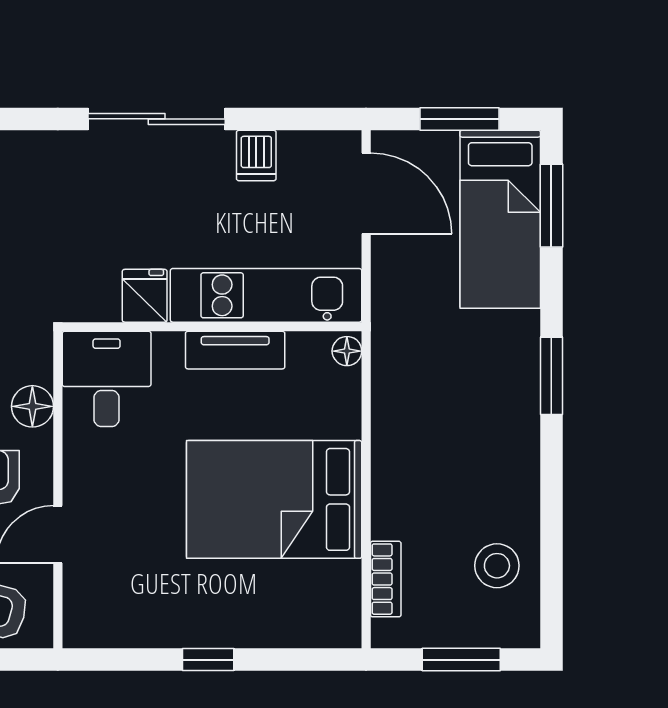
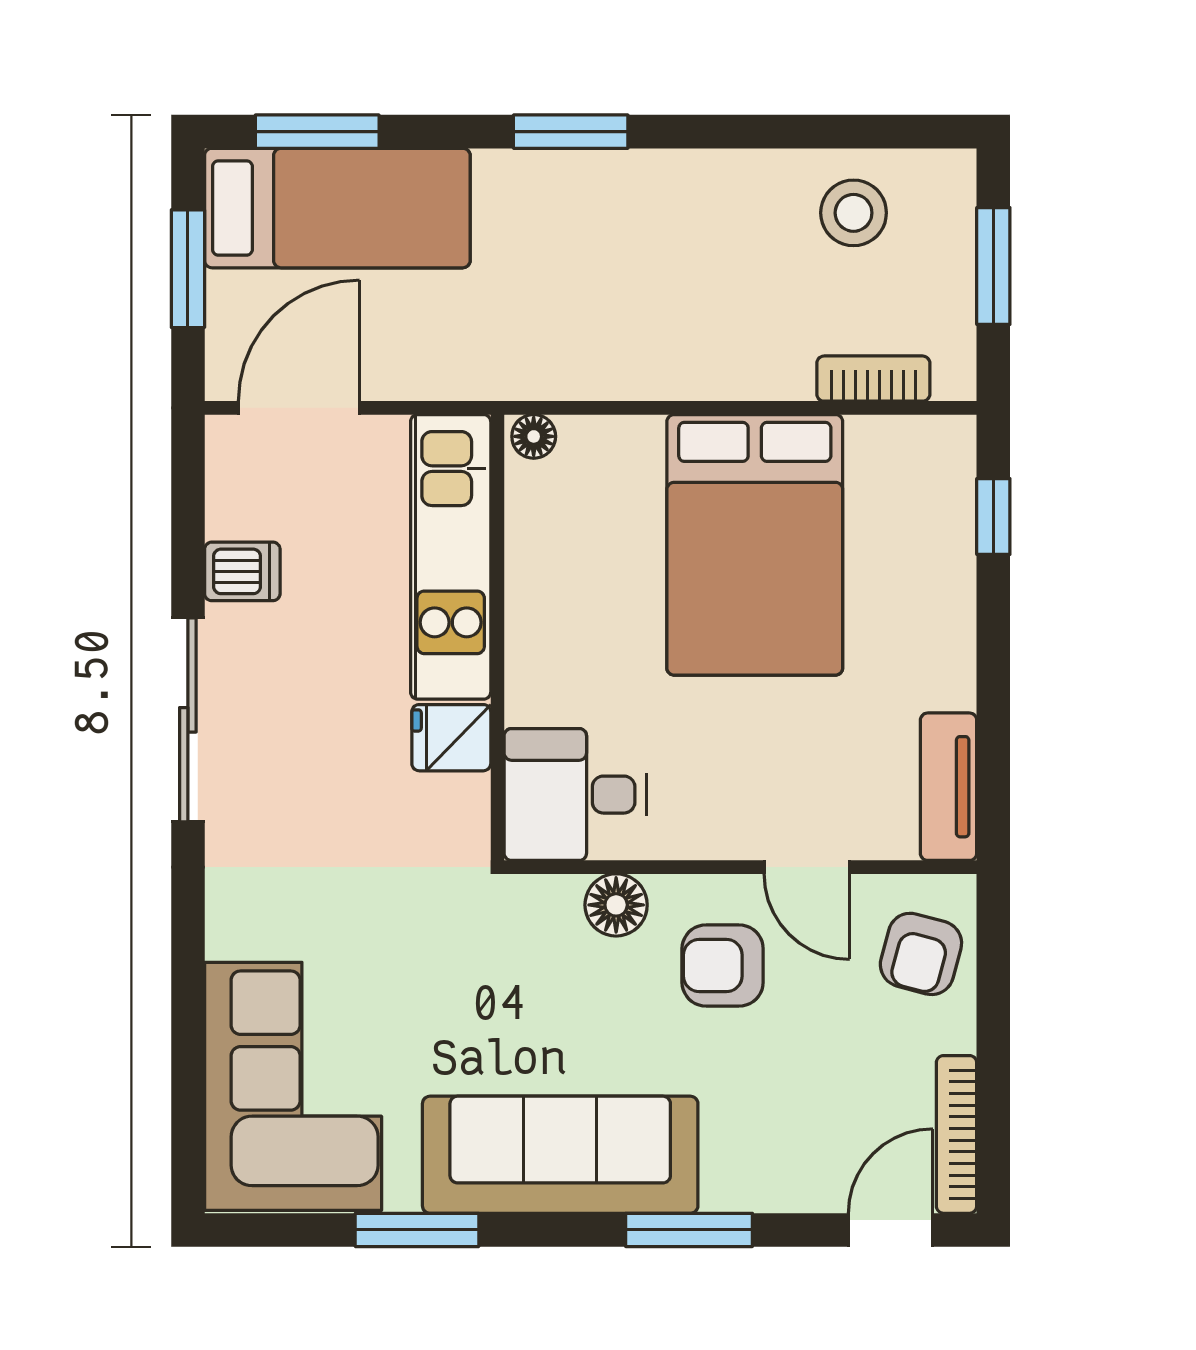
tv unit: (235, 350) -> (949, 787), moved, turned 180
window: (208, 660) -> (993, 517), moved

